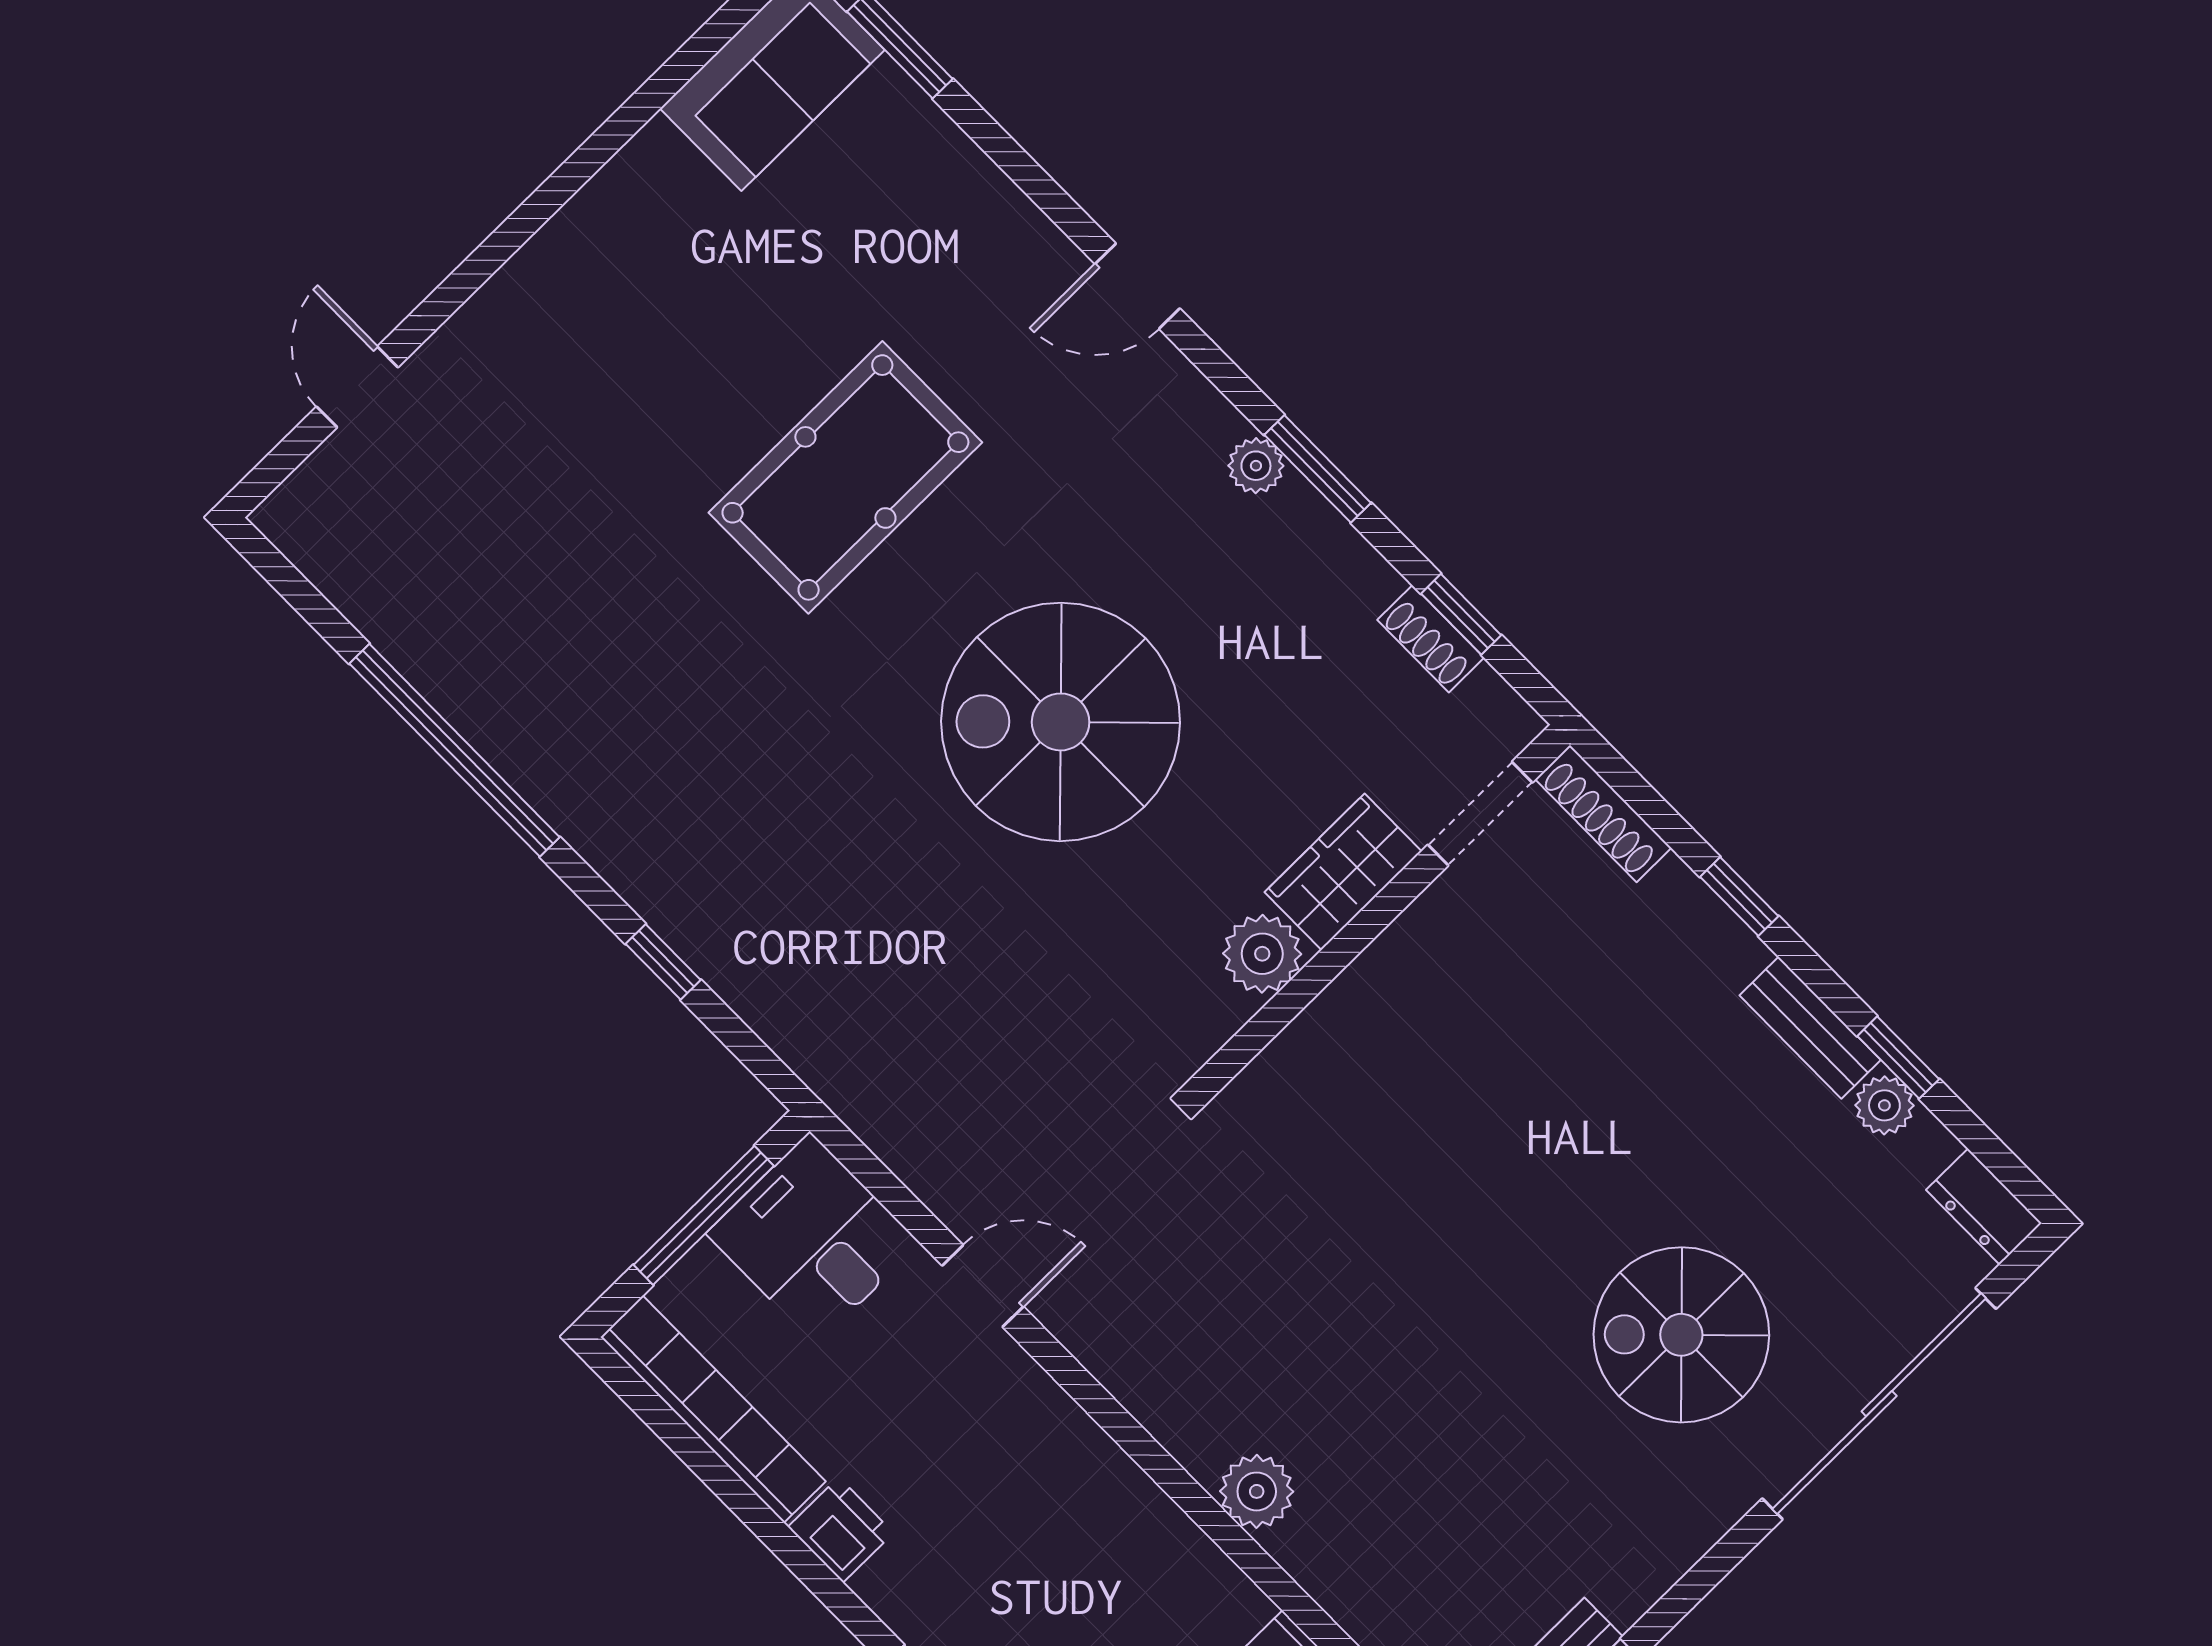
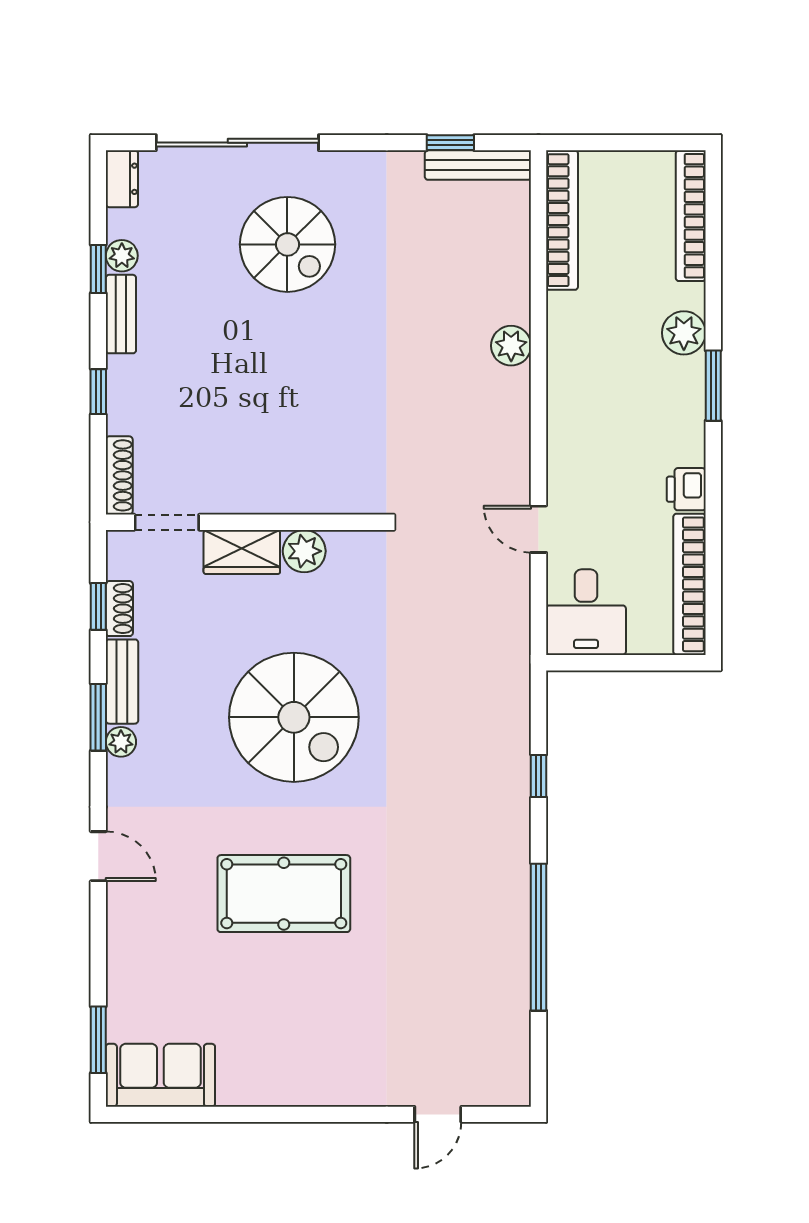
bench: (1333, 546) -> (122, 682), added
window: (704, 1215) -> (619, 663), removed

